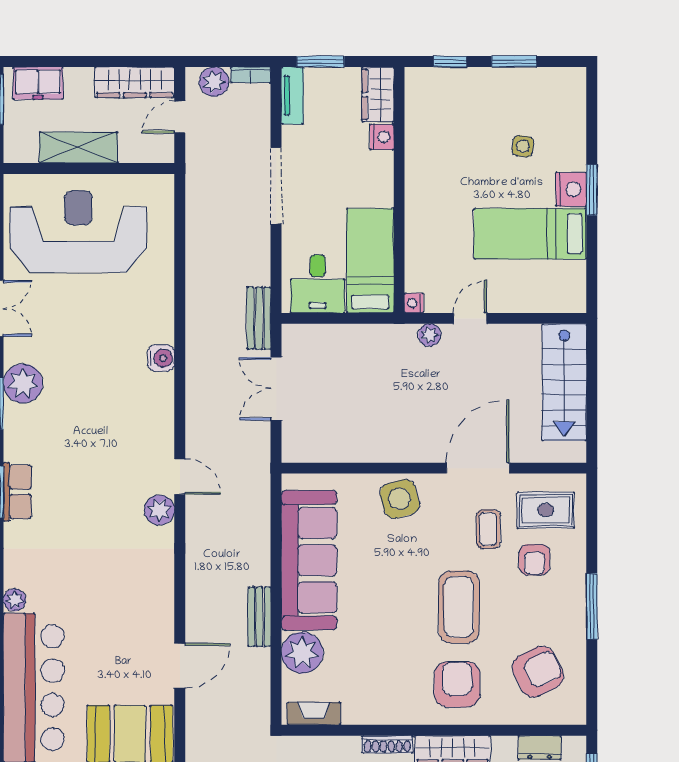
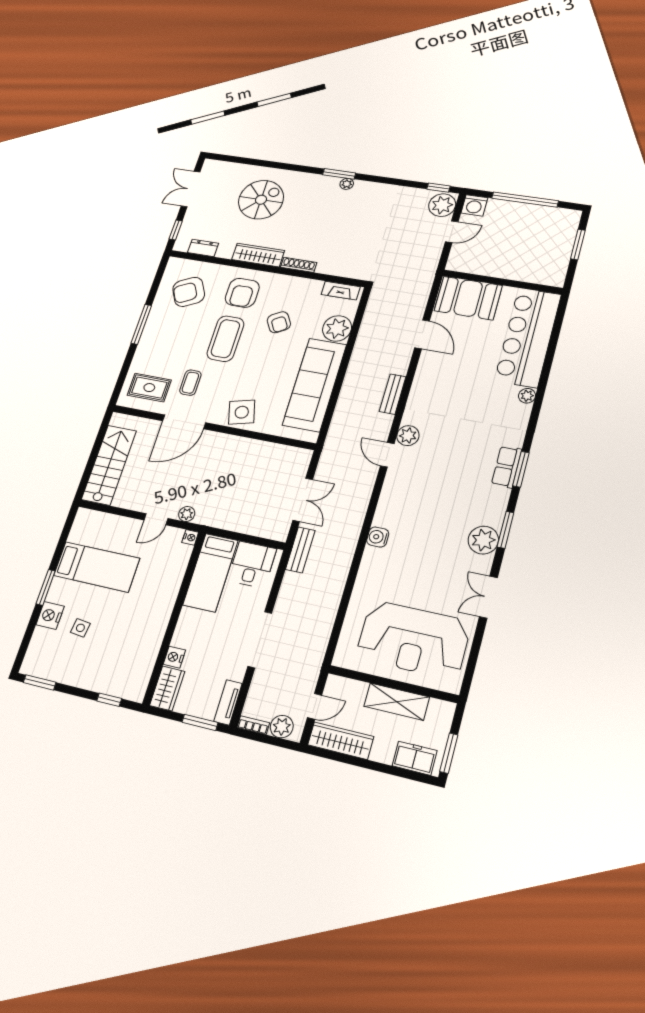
window: (514, 62) -> (40, 682), moved
nightstand: (571, 189) -> (50, 615), moved
armchair: (534, 560) -> (279, 322), moved, turned 149
bench: (259, 617) -> (393, 394), moved
door: (180, 666) -> (422, 334), swing flipped

